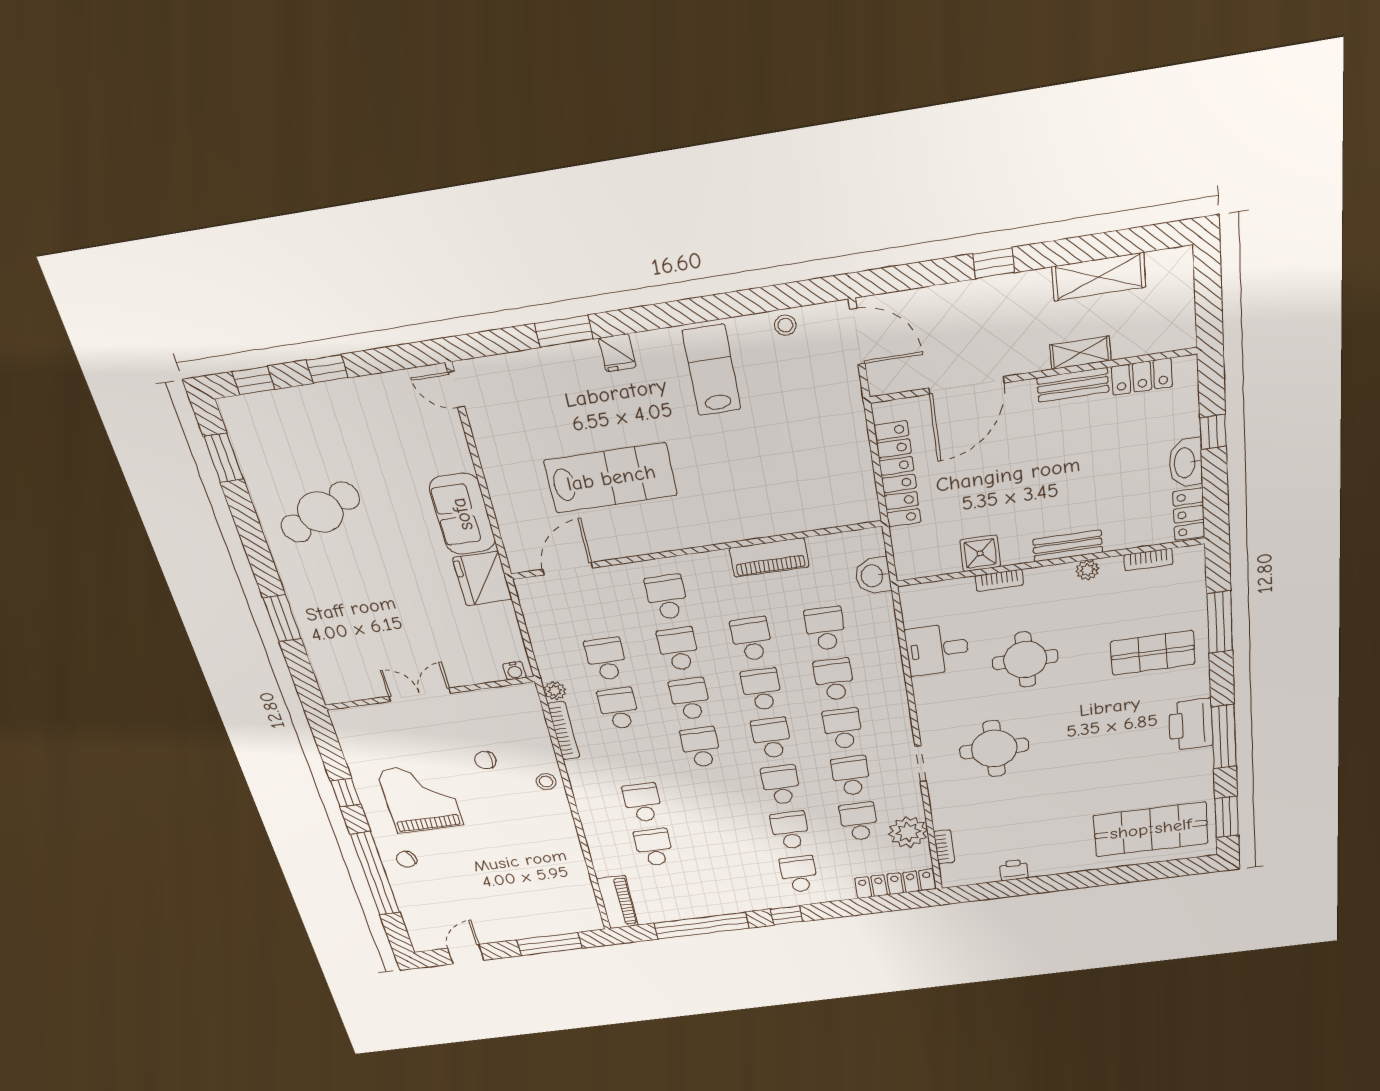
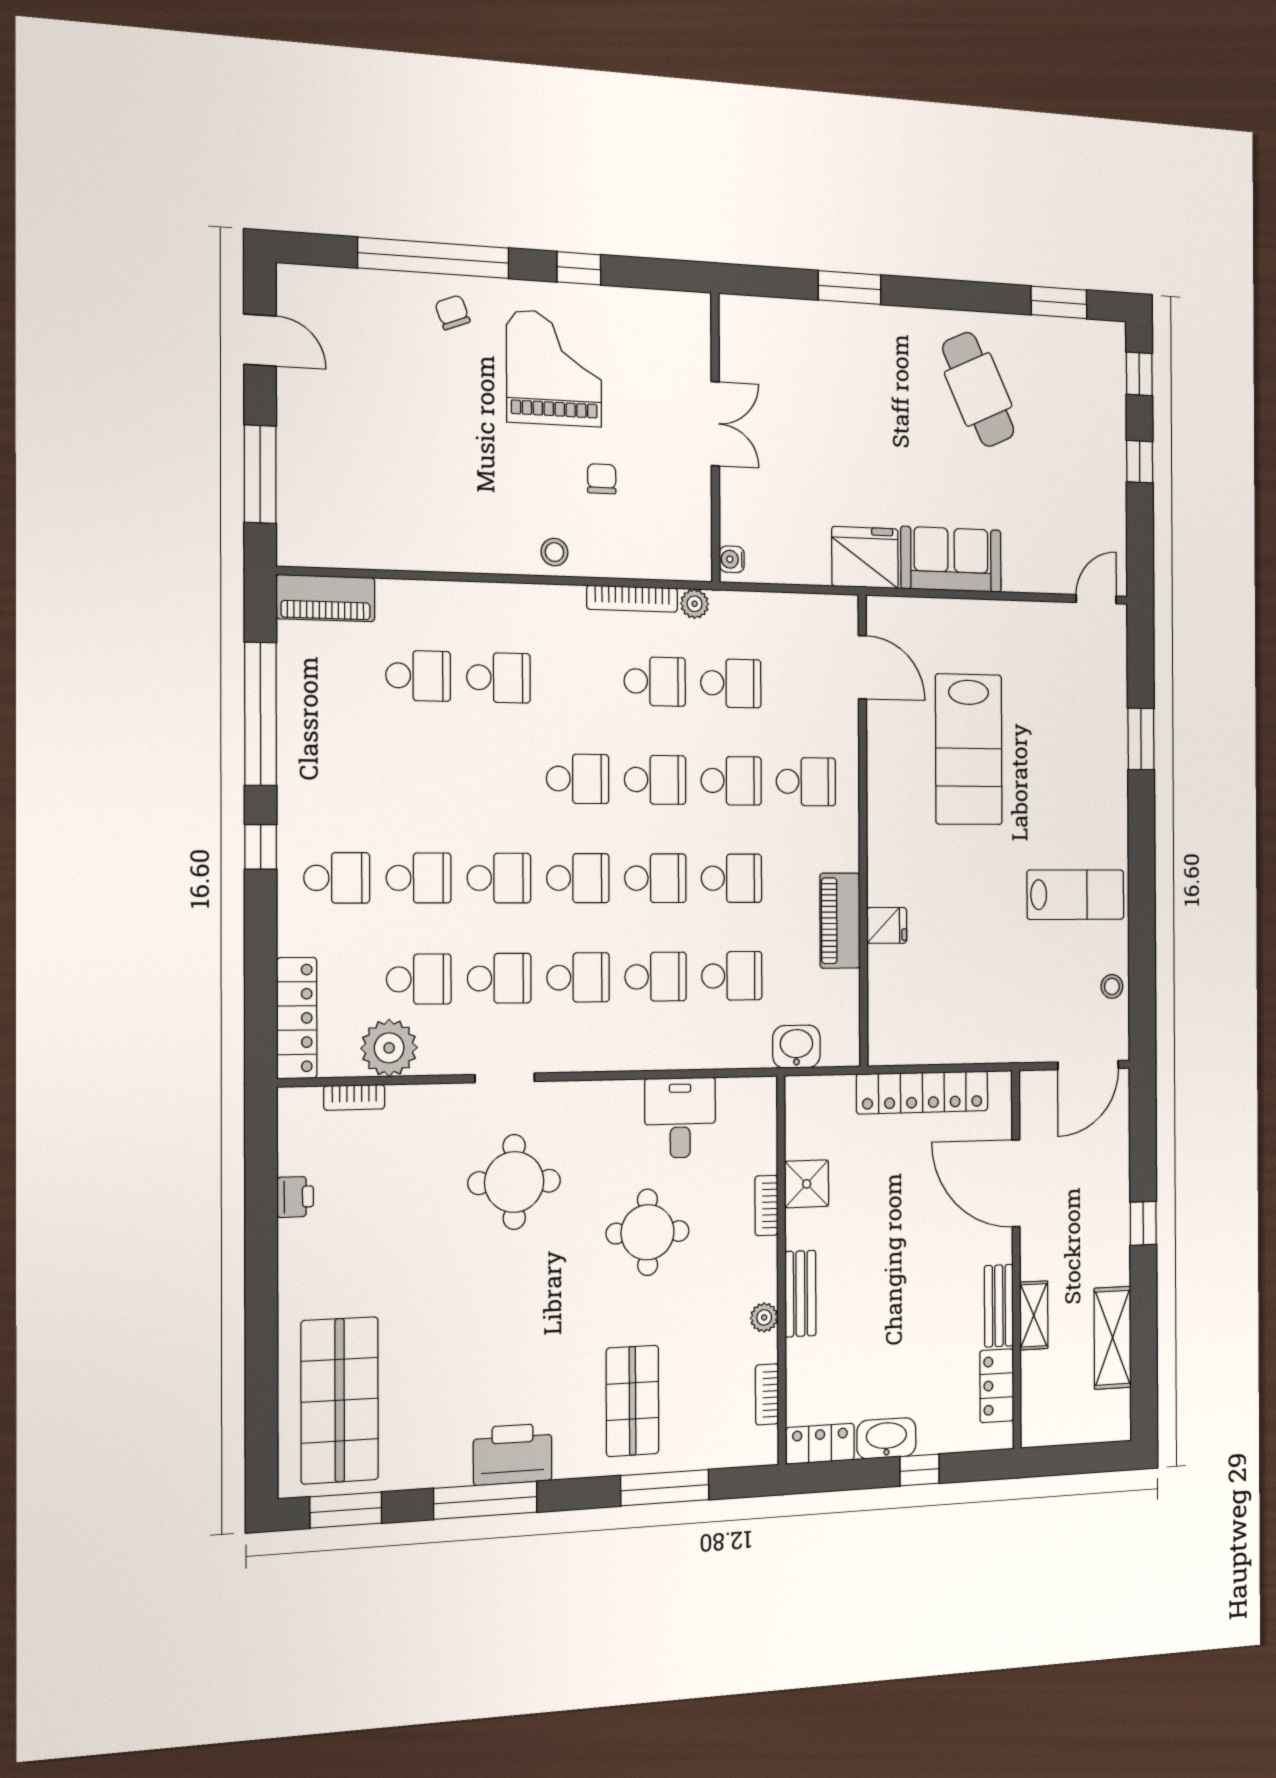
fridge: (617, 353) -> (887, 925), moved, turned 180
grand piano: (420, 798) -> (554, 368), turned -90

